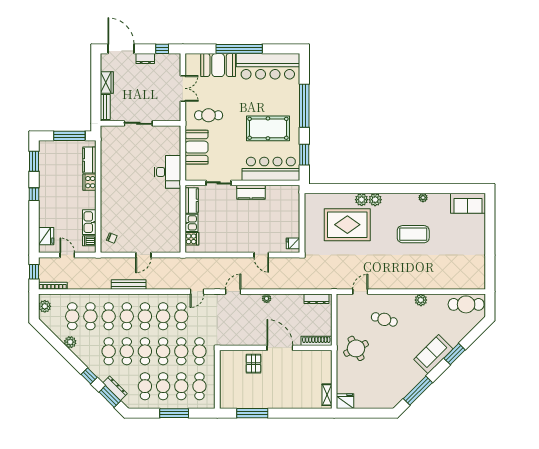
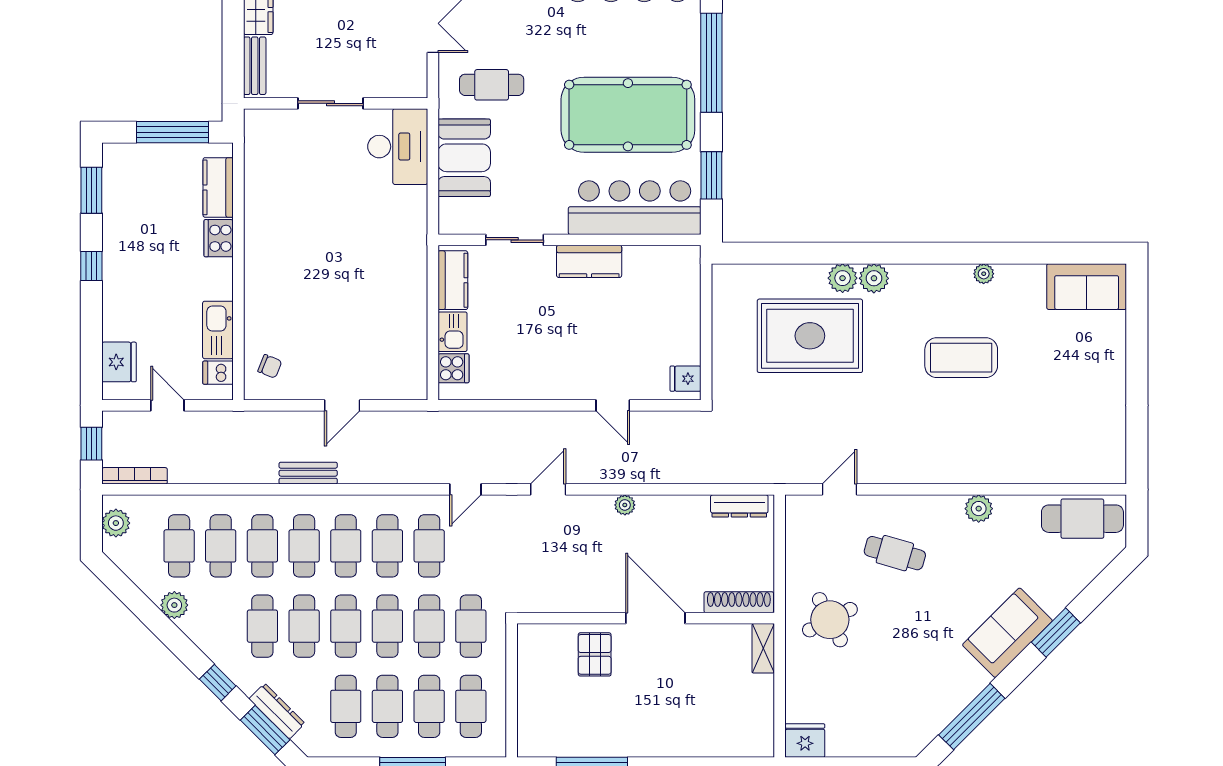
pool table: (268, 128) -> (628, 115), width x1.36, depth x1.32
desk: (168, 172) -> (398, 147), moved
bench: (129, 285) -> (308, 473), width x0.73
shelving: (327, 395) -> (763, 648), moved

